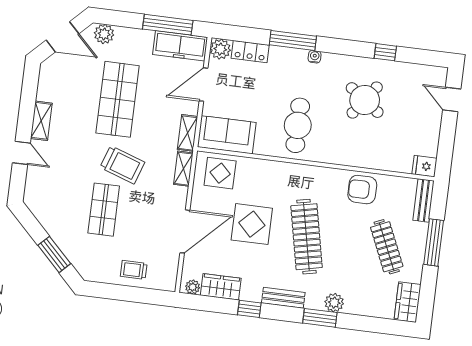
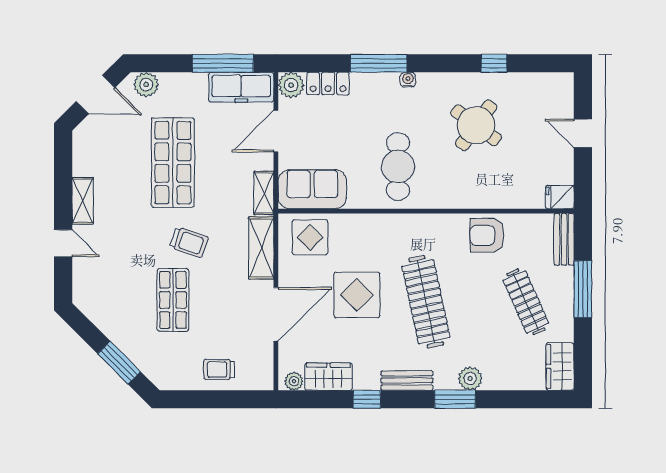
door: (452, 100) -> (583, 133), moved
trolley: (122, 165) -> (189, 242), width x0.73, depth x0.72
shelving: (183, 169) -> (261, 248), width x1.50, depth x1.33

